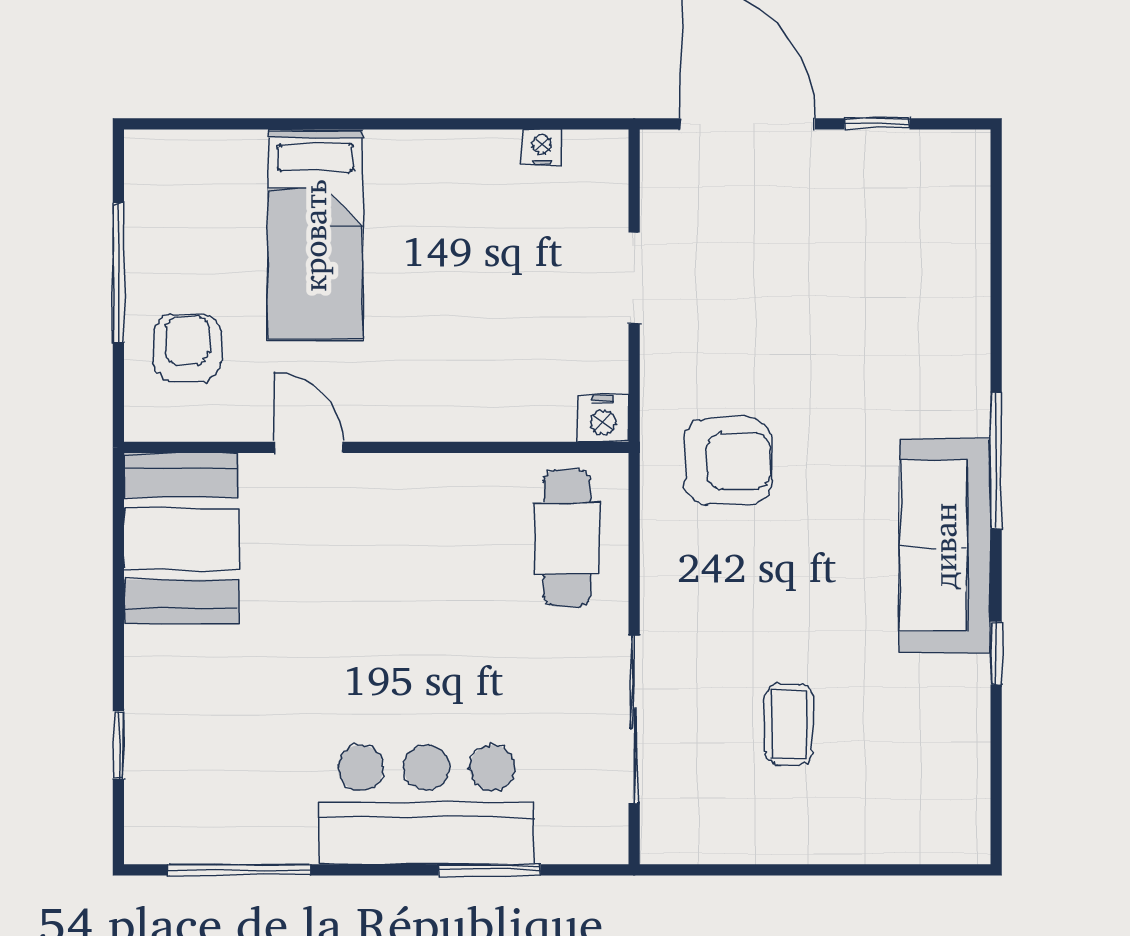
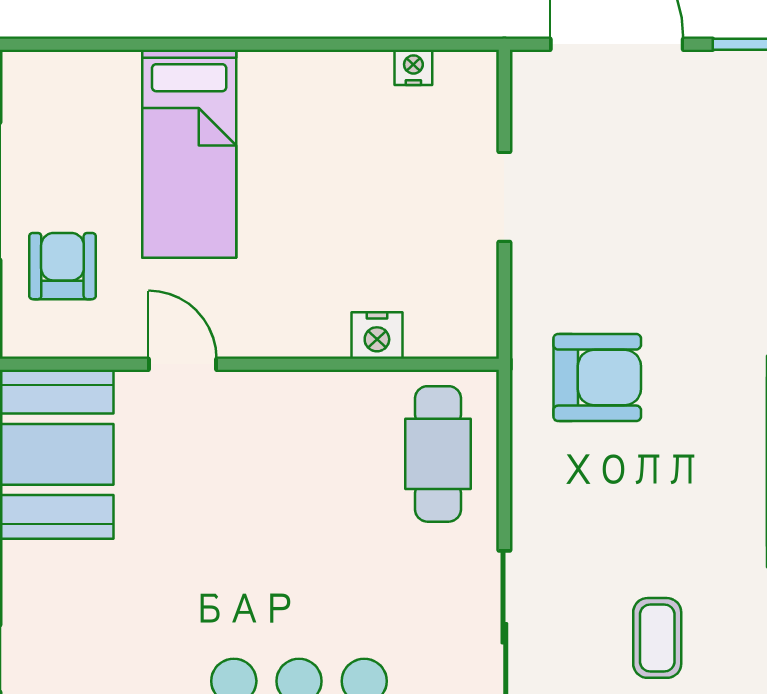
nightstand: (603, 418) -> (377, 336), moved

